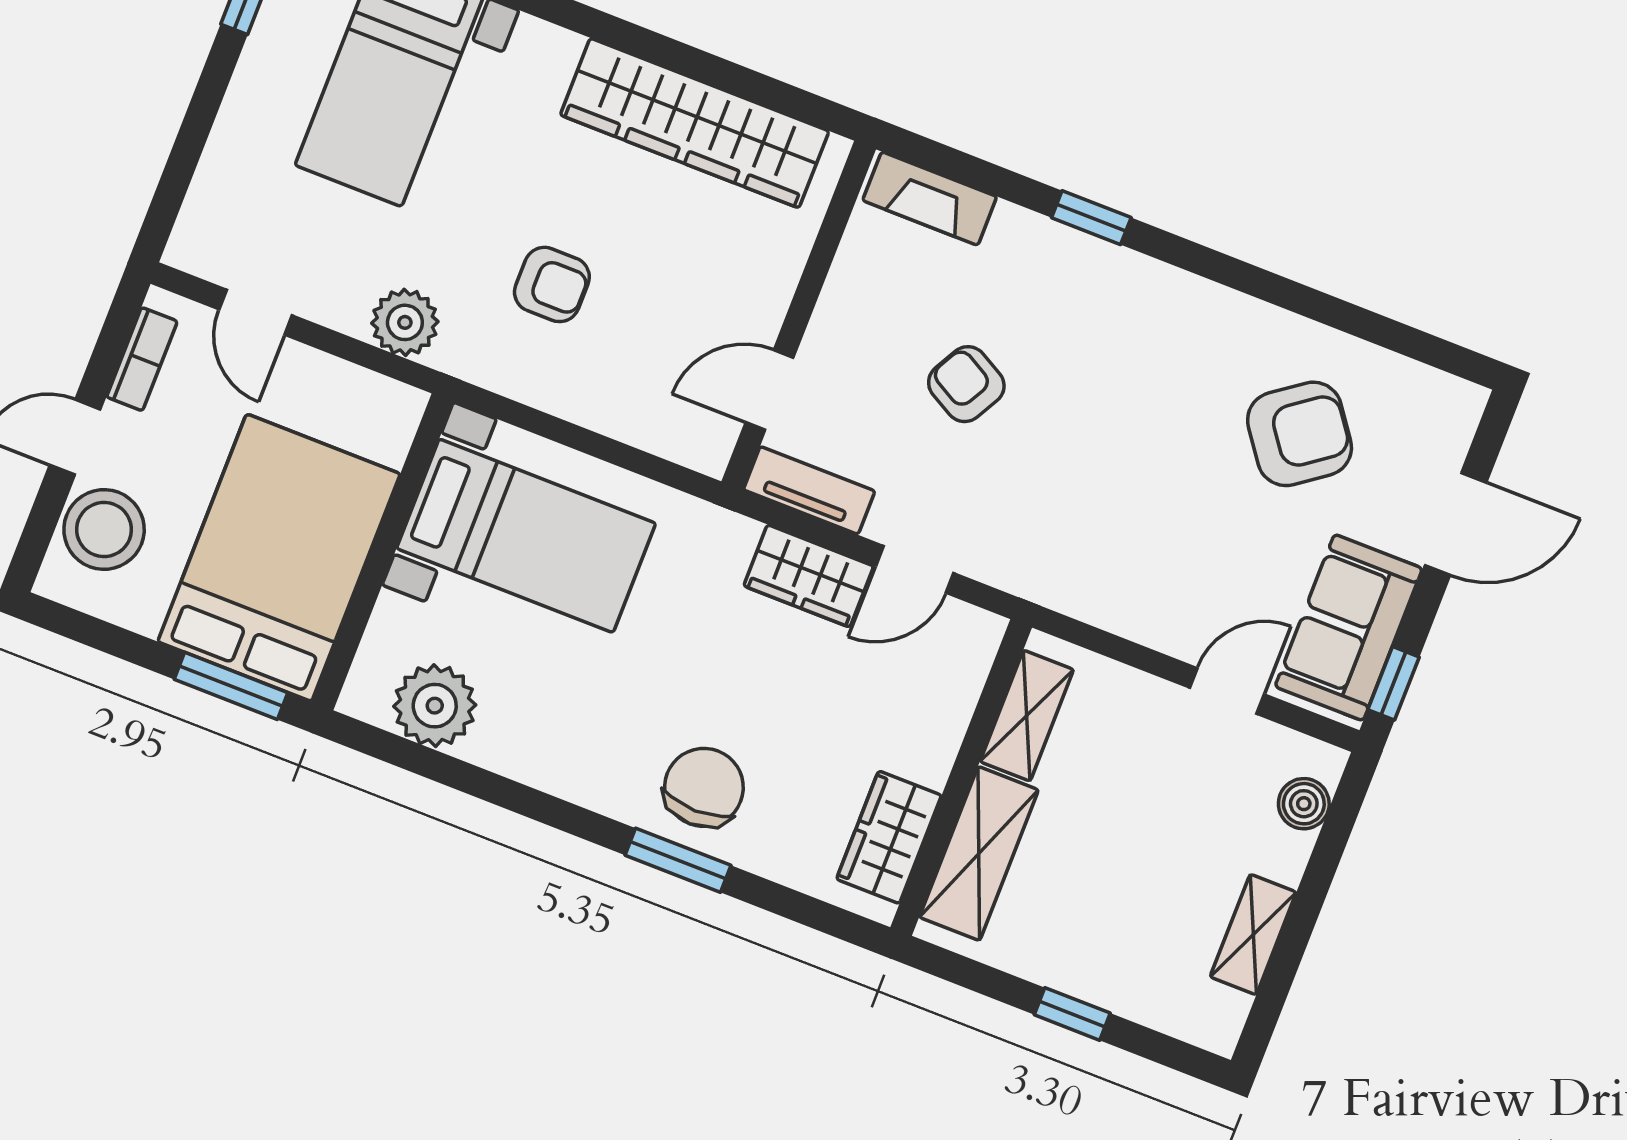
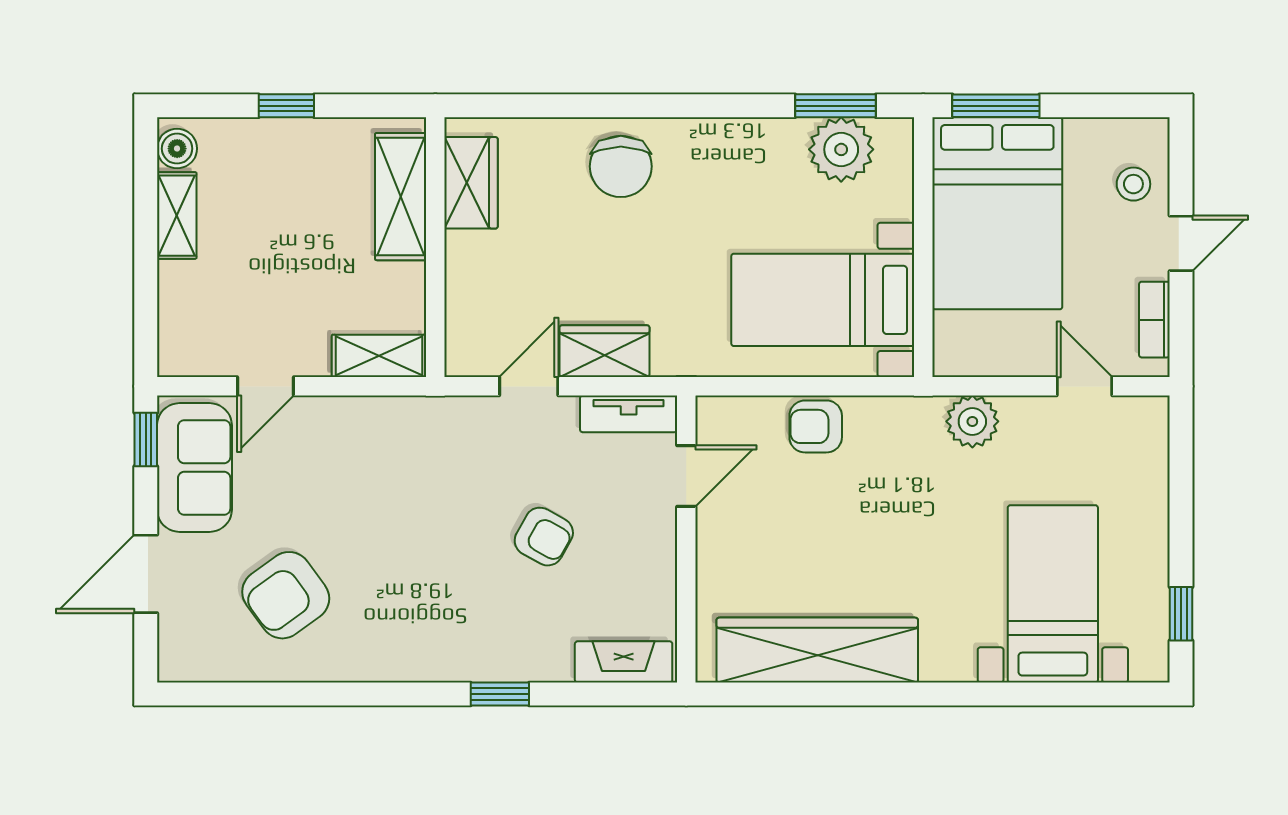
armchair: (552, 284) -> (816, 426), moved
stool: (104, 530) -> (1133, 184), width x0.53, depth x0.53
shelving: (1027, 716) -> (379, 356), moved, turned 90
boiler: (1304, 804) -> (177, 149), moved
window: (678, 860) -> (835, 106), moved

